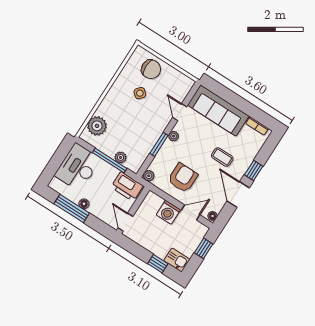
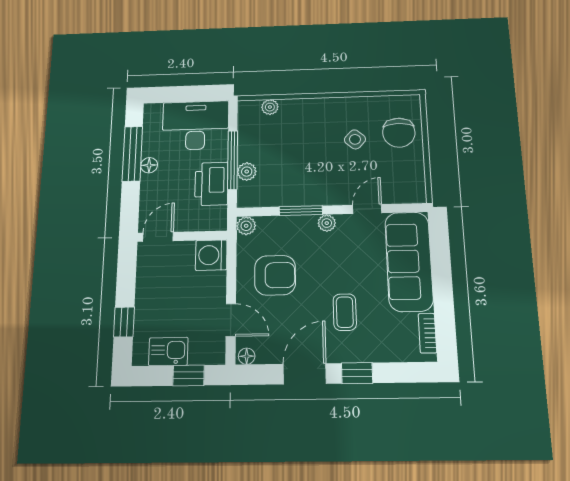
plant: (97, 126) -> (270, 107), width x0.53, depth x0.53
printer: (127, 187) -> (211, 184), moved
washing machine: (168, 212) -> (211, 255), moved
kitchen sink: (177, 260) -> (168, 351), moved, turned -90

